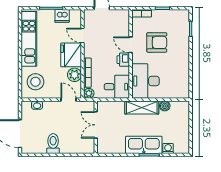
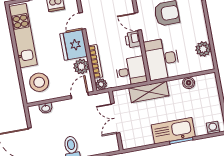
door: (83, 35) -> (82, 21), hinge flipped
plant: (183, 79) -> (203, 49), added
door: (68, 100) -> (80, 95), hinge flipped
shelving: (142, 107) -> (149, 92), moved
washing machine: (168, 149) -> (213, 128), moved

